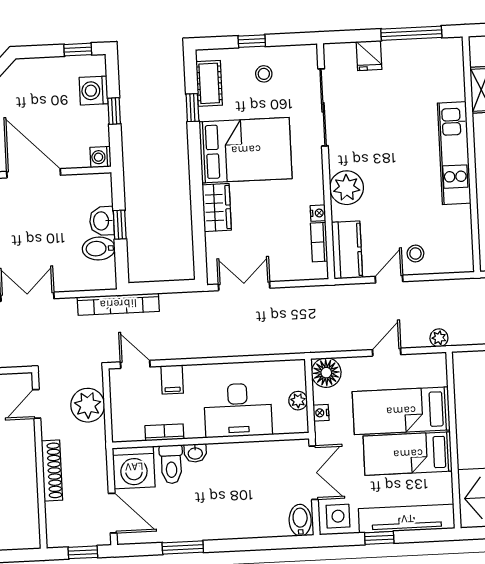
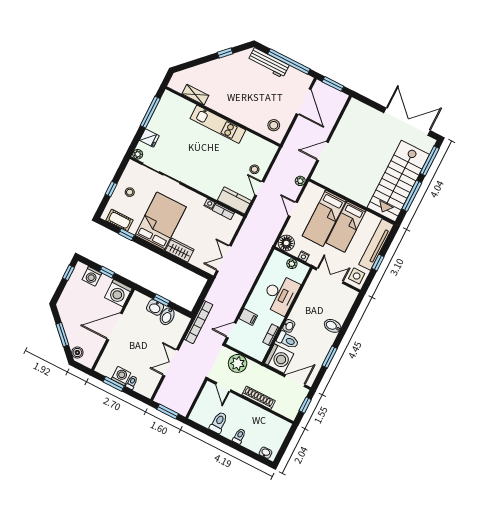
washing machine: (101, 157) -> (118, 293), width x1.89, depth x1.89
plant: (347, 188) -> (138, 154), moved, width x0.53, depth x0.53
bidet: (300, 520) -> (333, 326), moved

